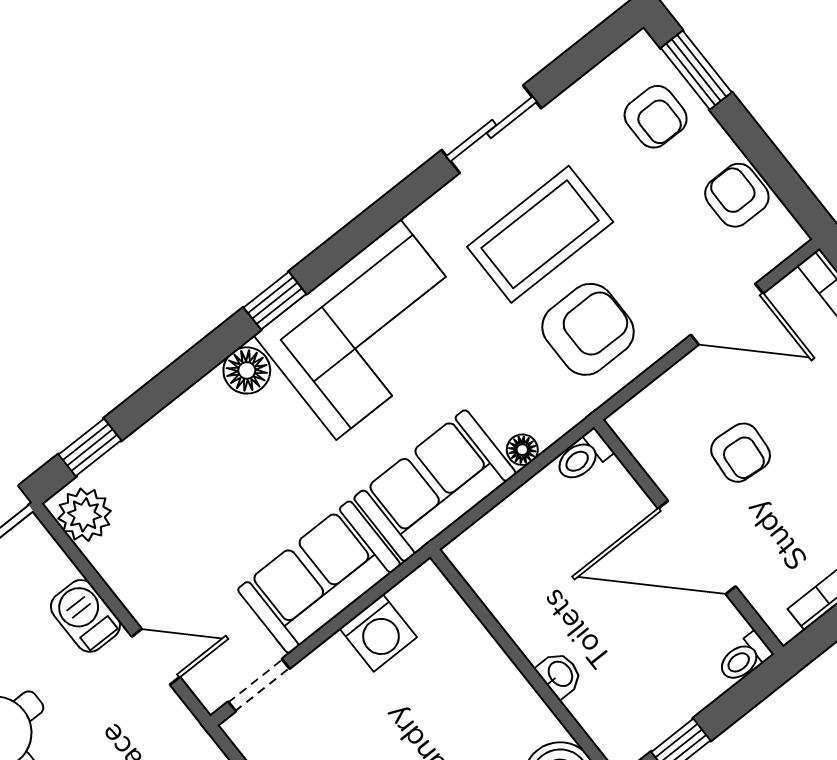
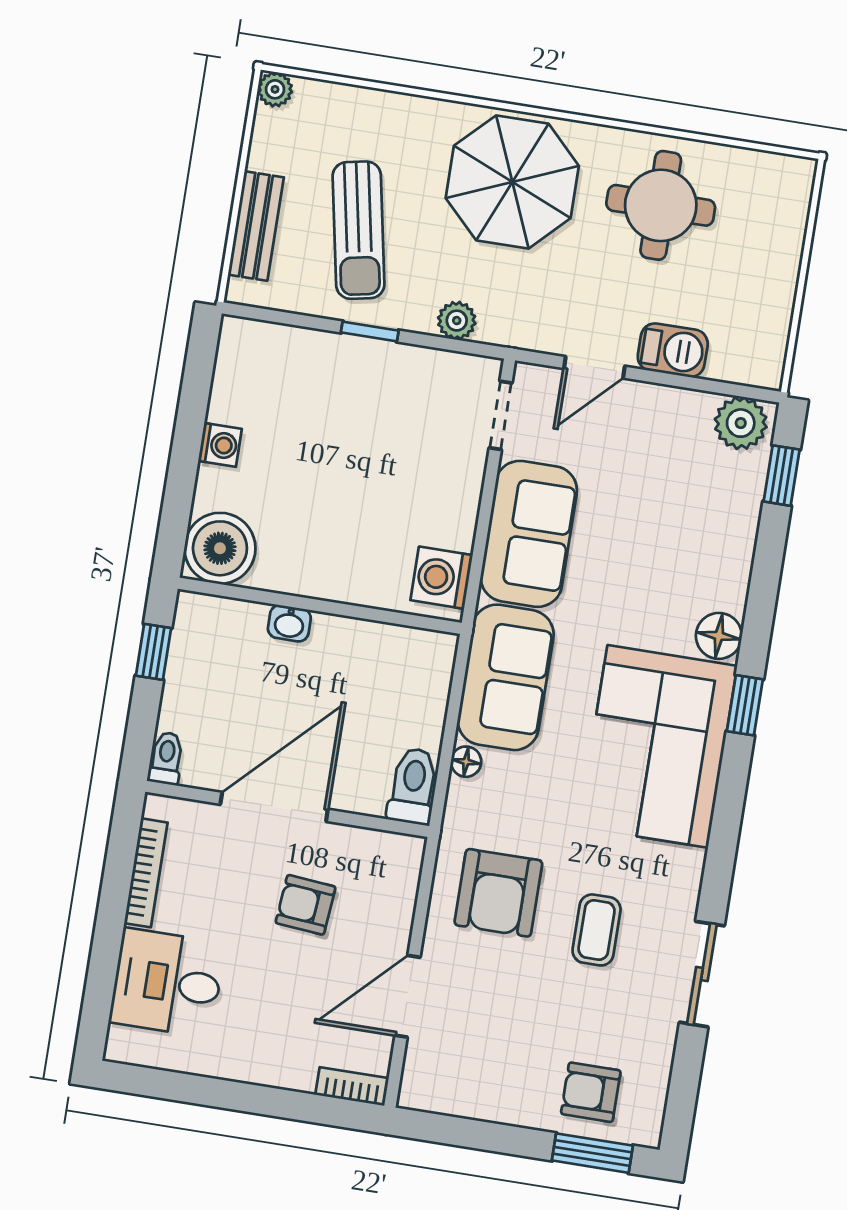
armchair: (737, 195) -> (480, 1089), removed
coffee table: (540, 234) -> (597, 930), width x0.54, depth x0.58
toilet: (583, 457) -> (413, 786), width x1.37, depth x1.39
washing machine: (378, 633) -> (441, 578), moved

